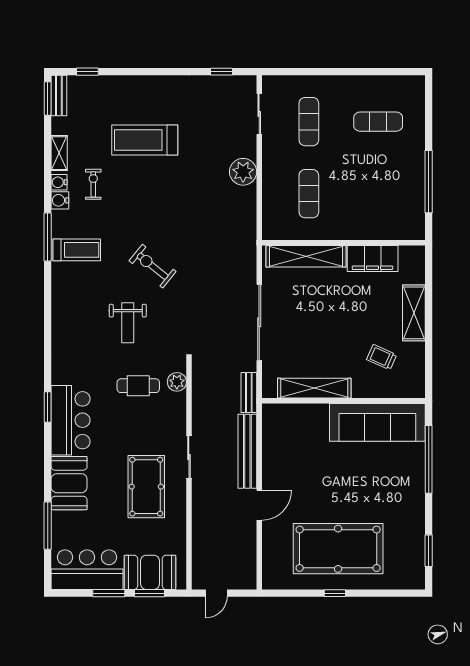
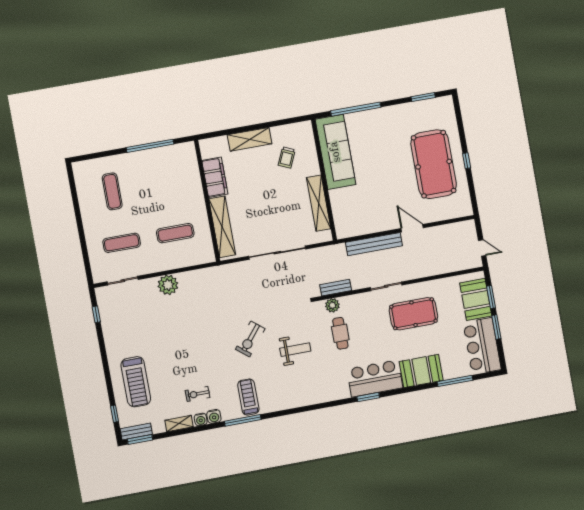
treadmill: (145, 140) -> (136, 382), moved
bench: (249, 392) -> (336, 288), moved

